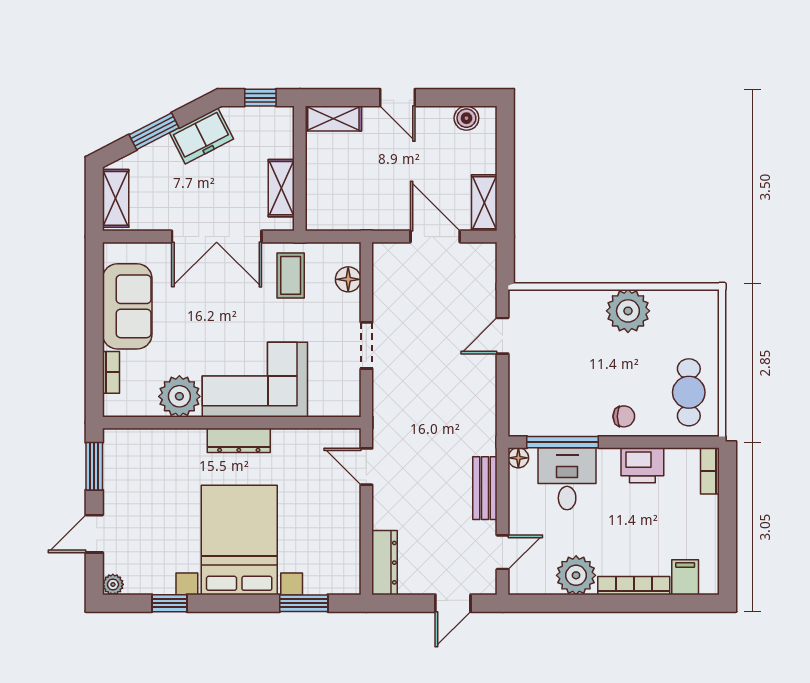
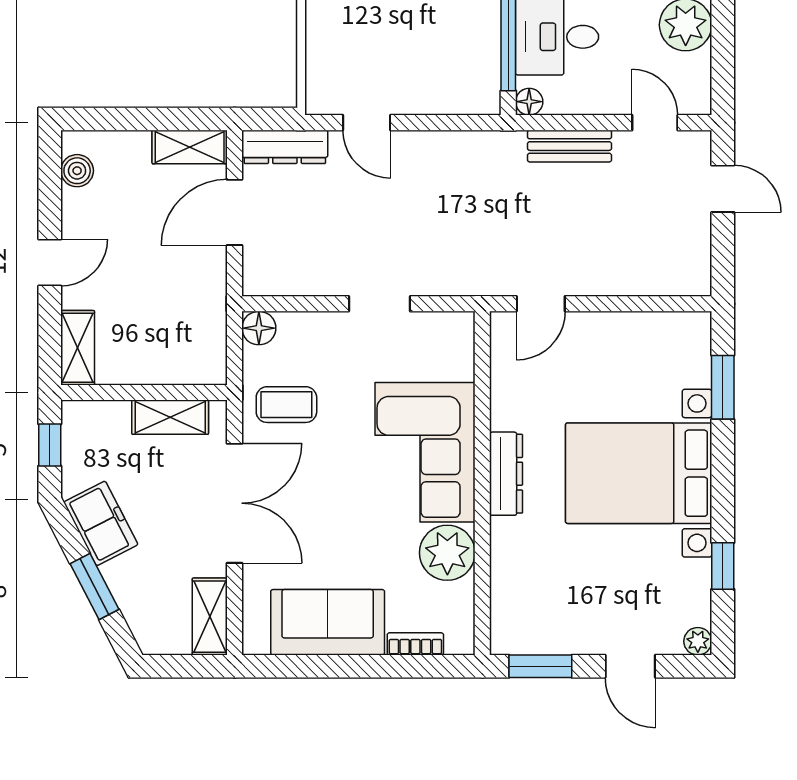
shelving: (116, 198) -> (210, 617), moved, turned 90
floor lamp: (348, 279) -> (259, 328), moved
dresser: (385, 563) -> (285, 147), moved, turned 180

